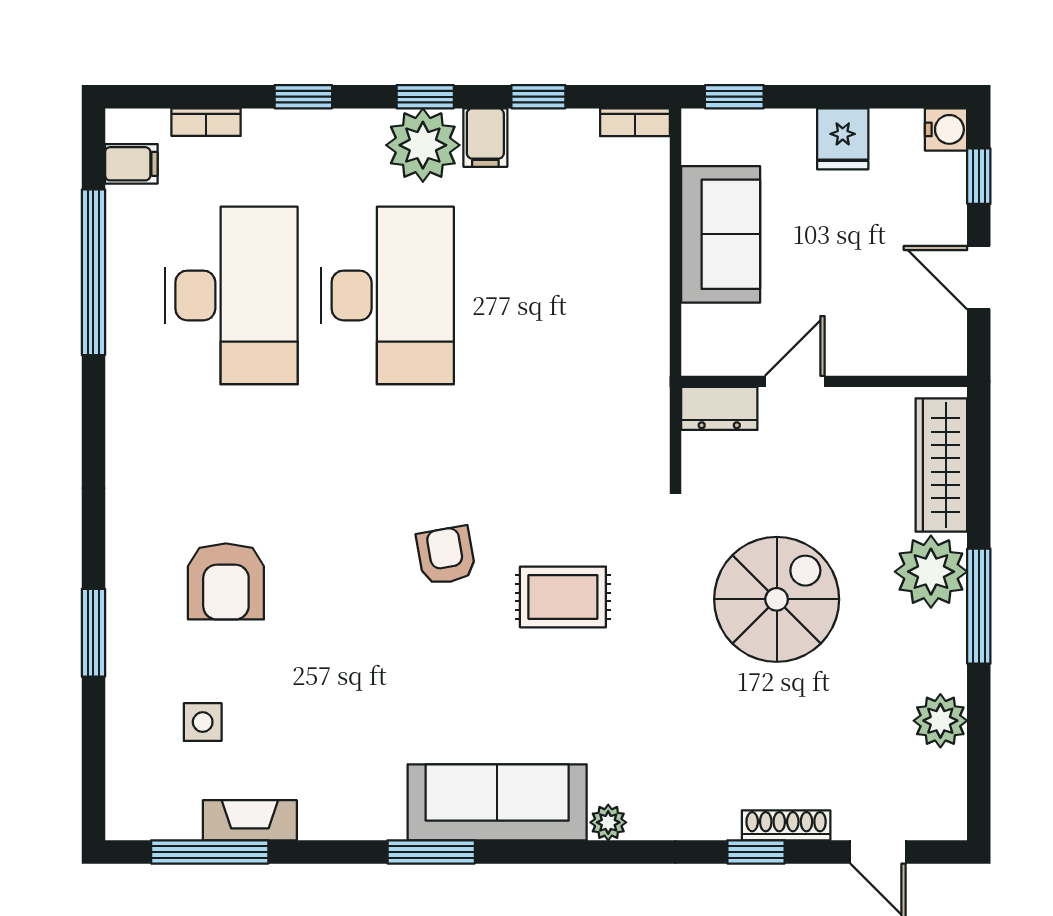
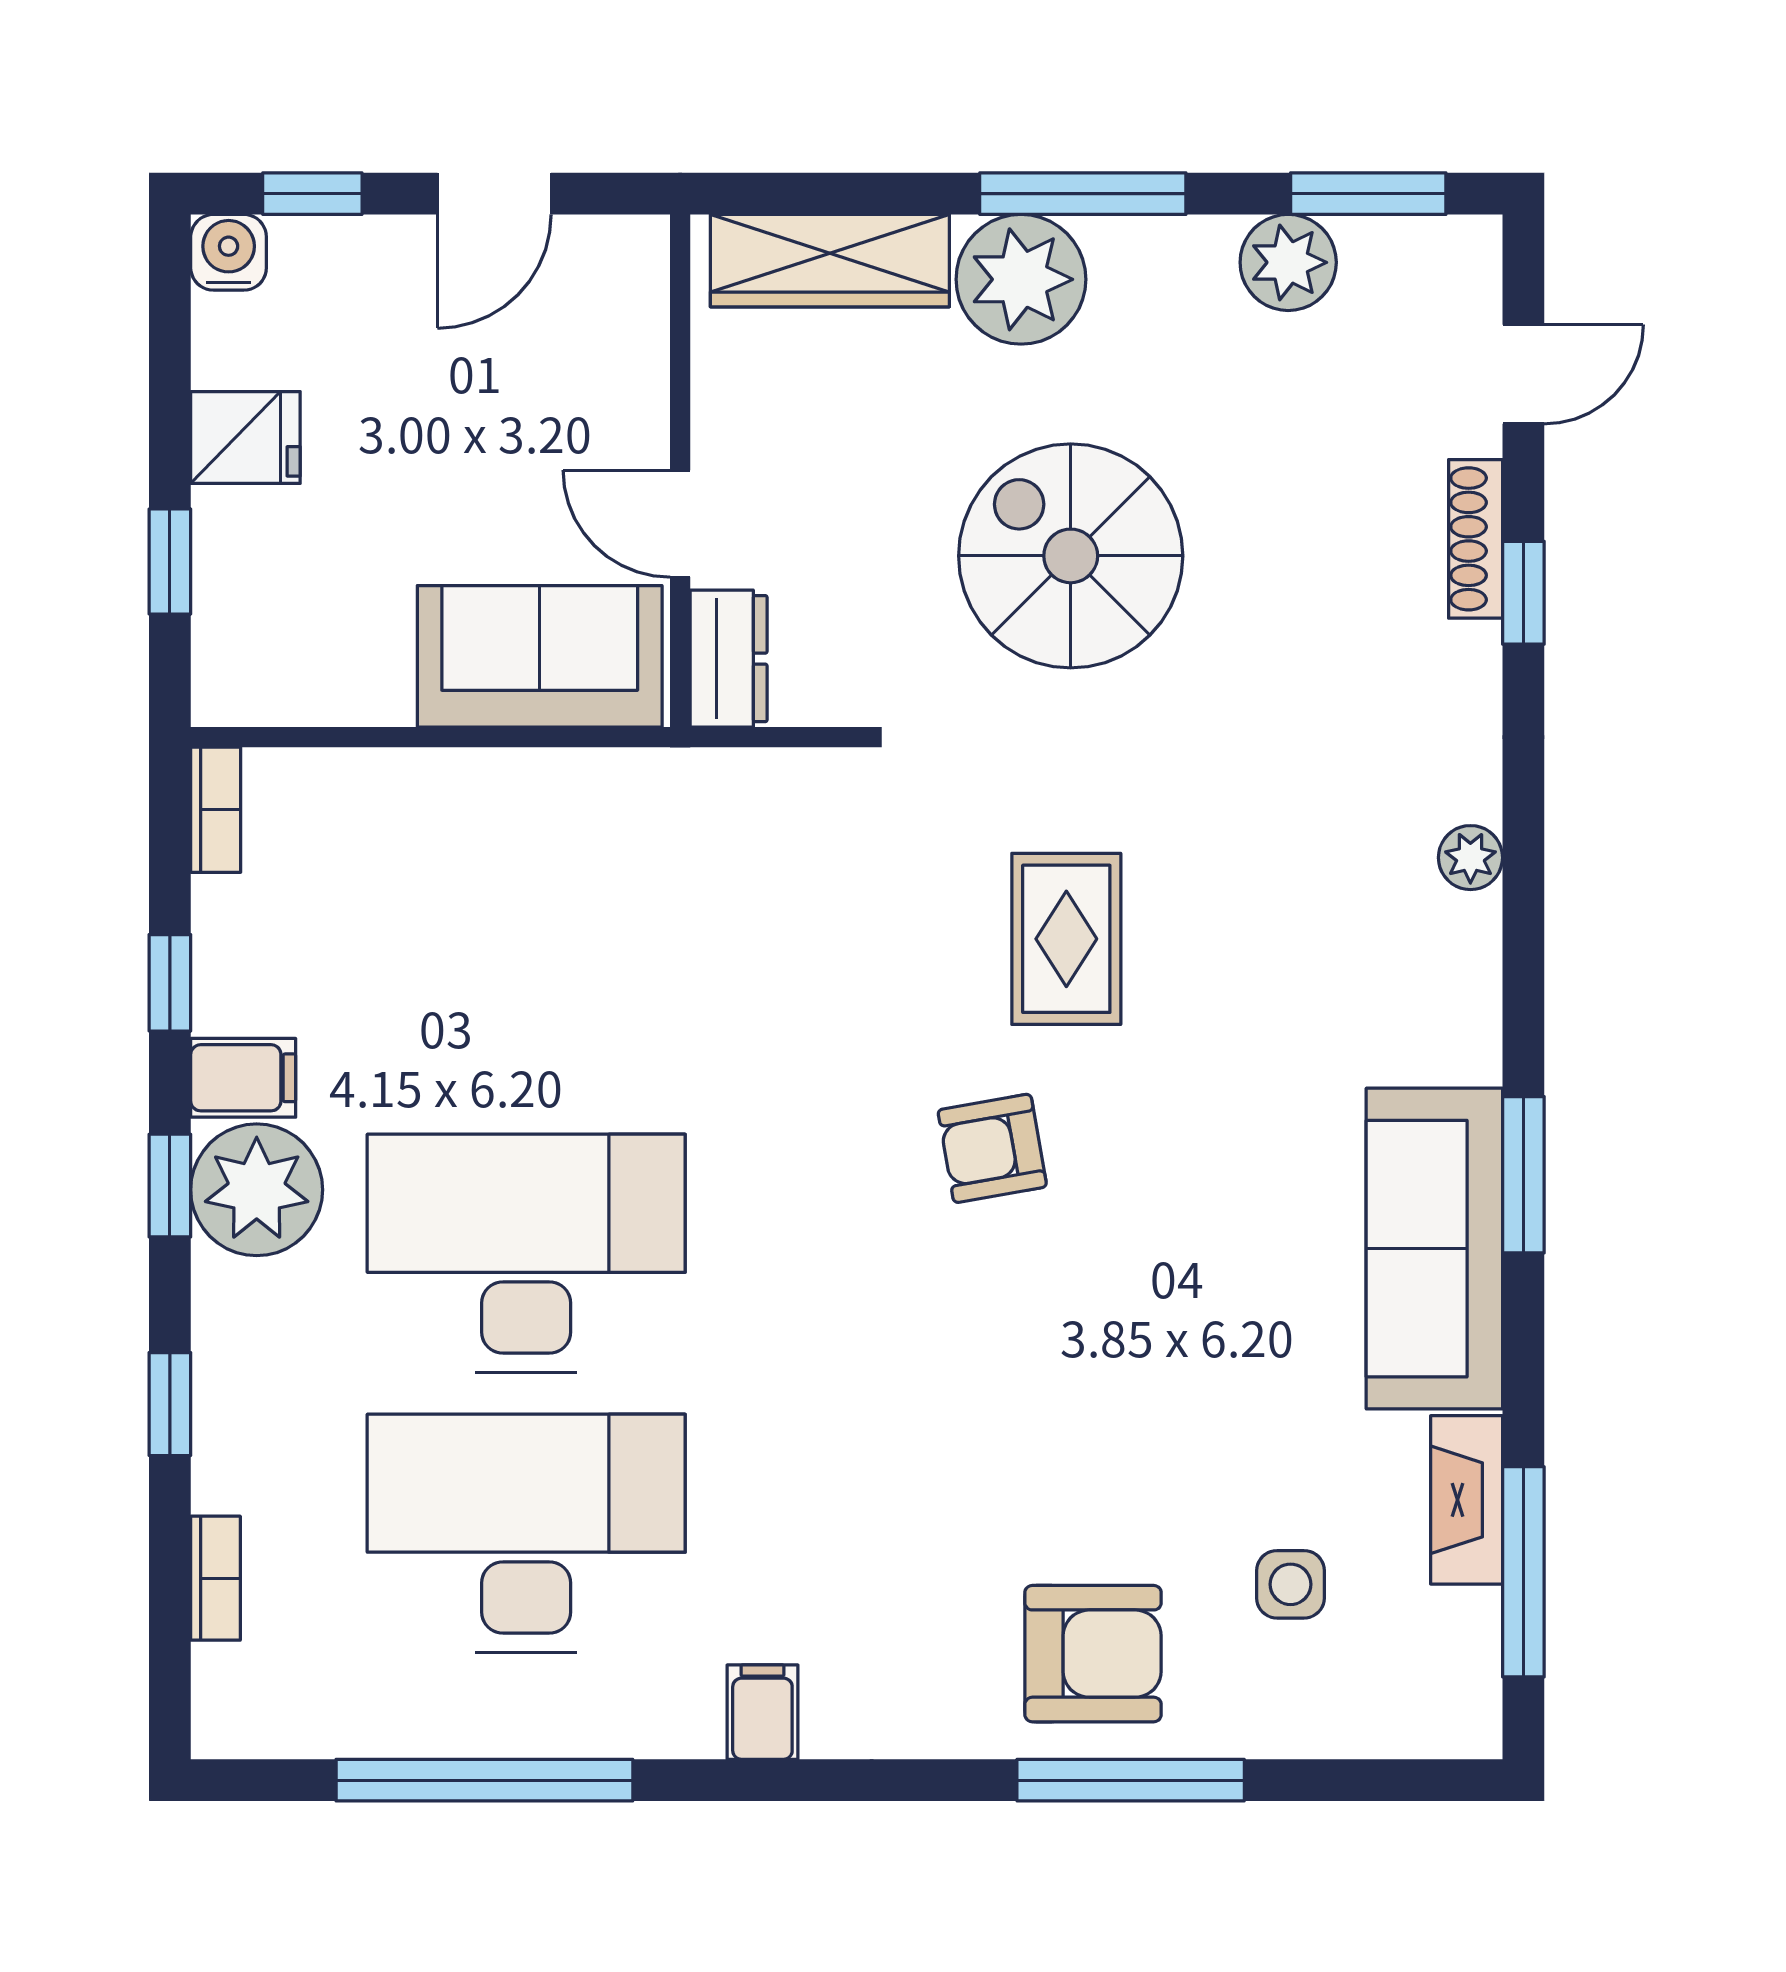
window: (734, 97) -> (170, 562), moved
filing cabinet: (131, 164) -> (762, 1712), moved
sofa: (721, 234) -> (540, 656), moved
armchair: (226, 581) -> (1093, 1654), moved
window: (93, 633) -> (1131, 1780), width x1.44
window: (979, 765) -> (1368, 194), added
sofa: (497, 802) -> (1434, 1249), moved

